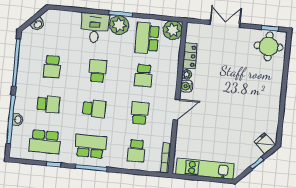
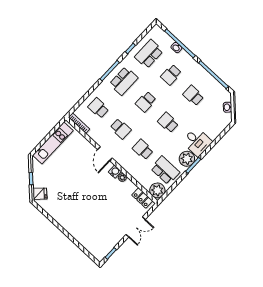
round table: (269, 46) -> (100, 244), removed
locker: (190, 56) -> (142, 198), moved
school desk: (98, 71) -> (168, 123), turned 180

